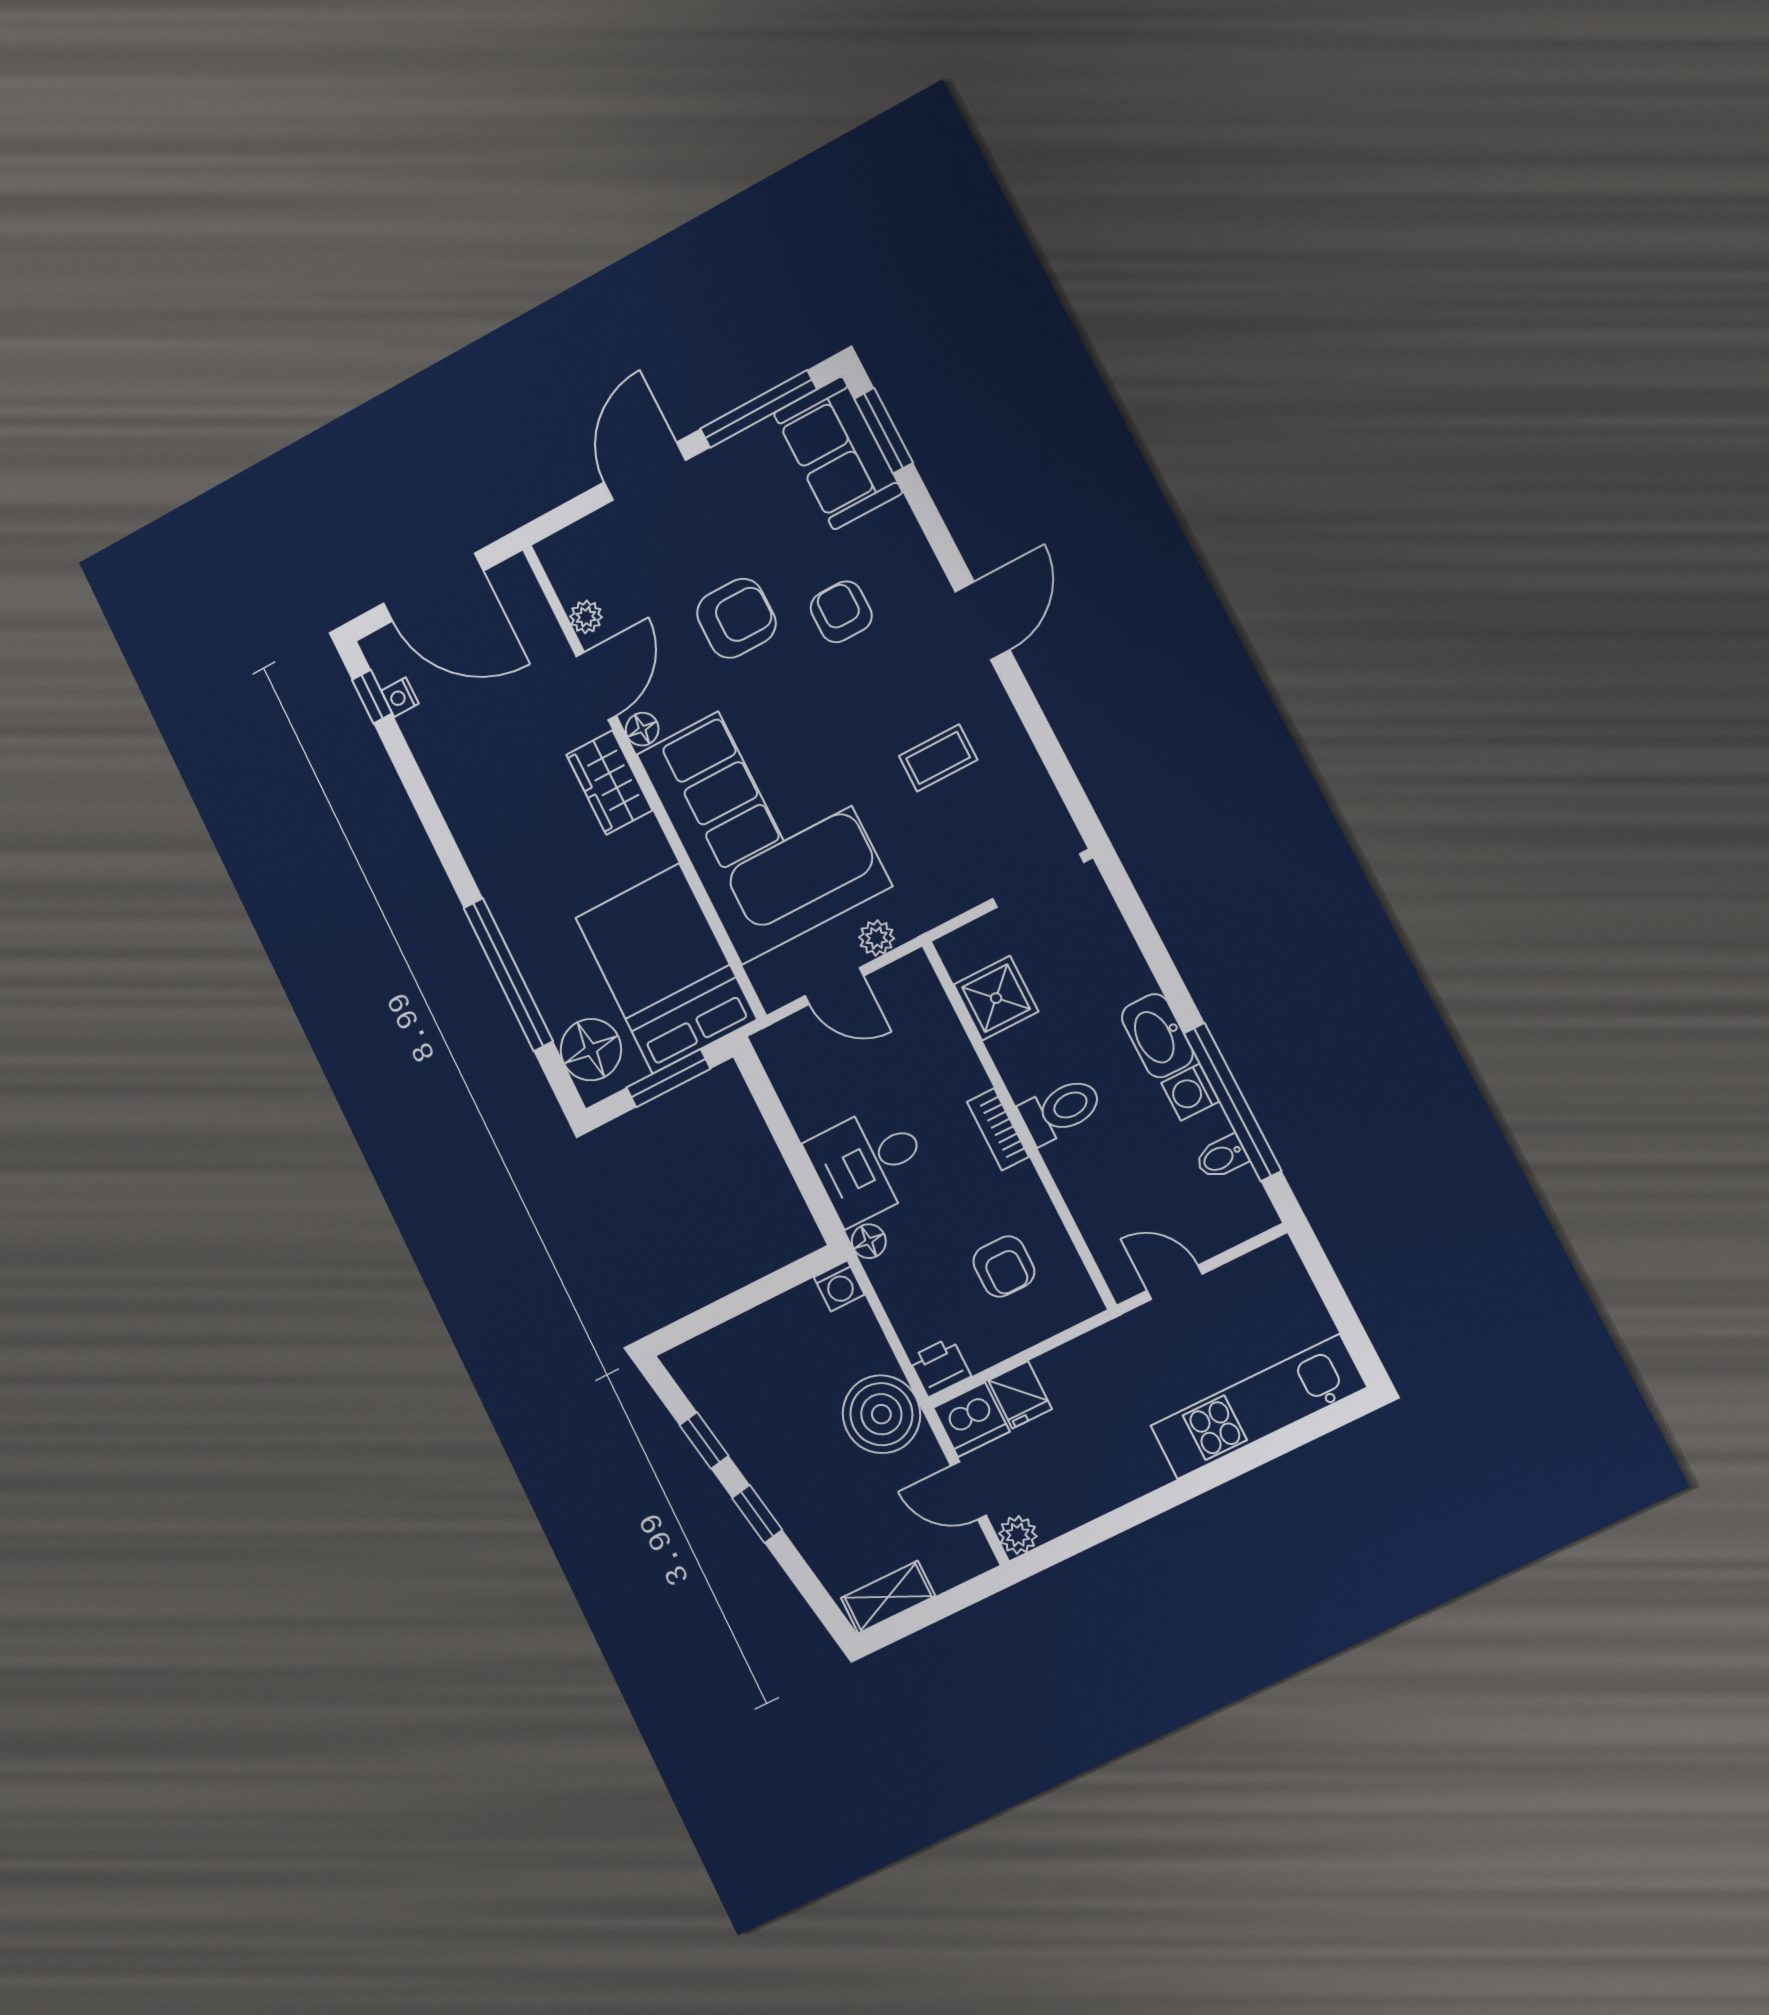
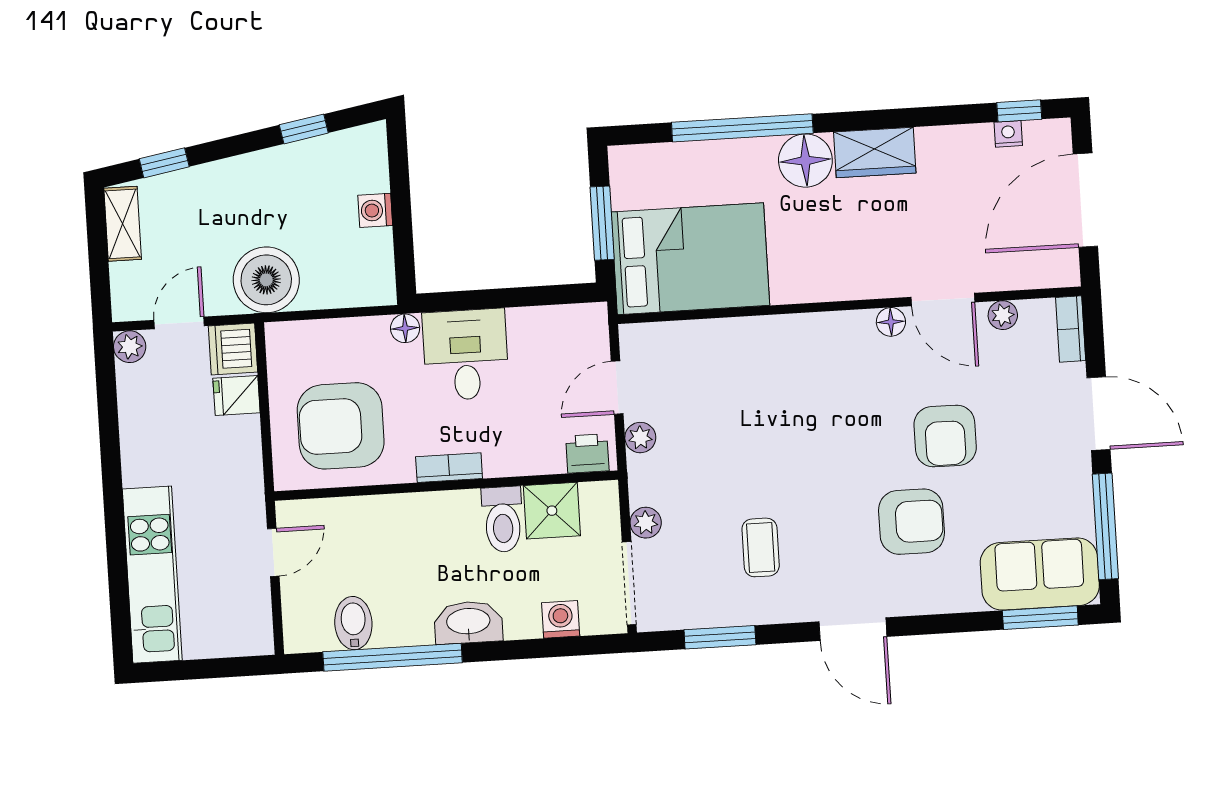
bookcase: (571, 541) -> (1071, 329), added
armchair: (841, 612) -> (912, 522), width x1.38, depth x1.38
window: (1054, 758) -> (720, 637), added
wardrobe: (609, 782) -> (875, 153), moved, turned 180
corner sofa: (764, 820) -> (774, 388), removed
plant: (965, 892) -> (646, 523), added
floor lamp: (591, 1050) -> (805, 161), moved
washing machine: (1190, 1092) -> (561, 619), moved
toilet: (1061, 1110) -> (503, 519), moved
bidet: (1221, 1157) -> (353, 623), width x1.38, depth x1.36
armchair: (1004, 1267) -> (341, 426), width x1.88, depth x1.88
washing machine: (839, 1286) -> (375, 210), moved
printer: (940, 1367) -> (587, 453), moved, turned -90
window: (757, 1514) -> (164, 163), moved

